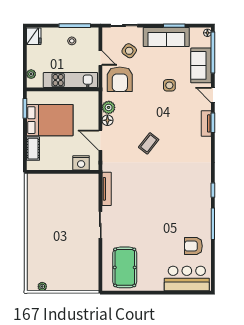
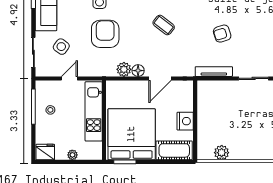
plant: (31, 74) -> (72, 155), moved
armchair: (120, 79) -> (105, 34), moved, turned -90
bed: (50, 120) -> (132, 134), width x1.36
cot: (33, 149) -> (174, 150), width x1.37, depth x1.34
nightstand: (81, 163) -> (185, 121), moved
plant: (33, 196) -> (222, 153), added
armchair: (141, 196) -> (222, 34), added

